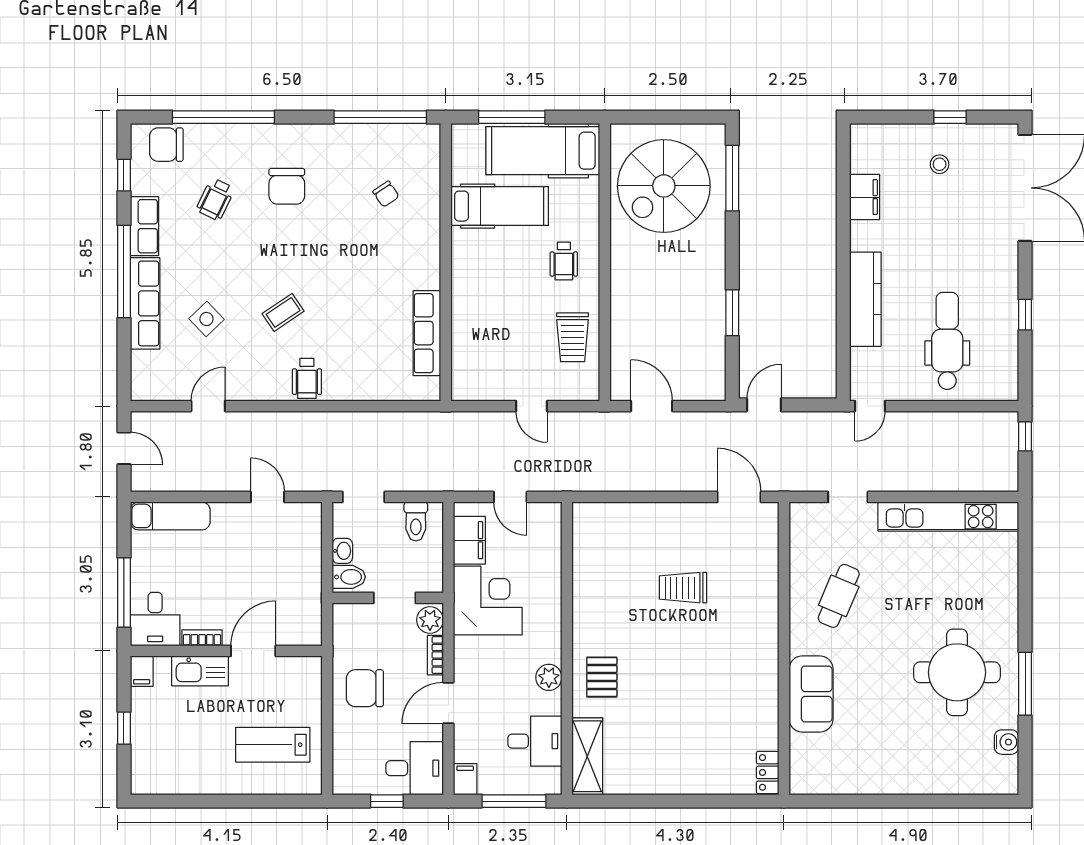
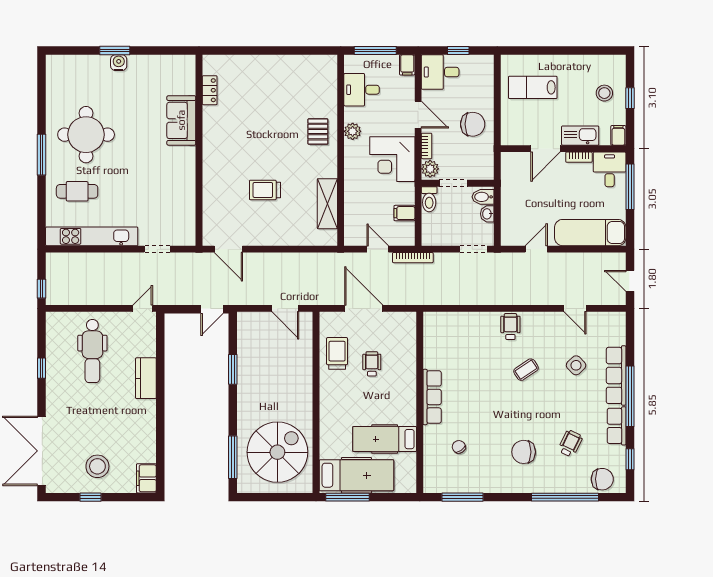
window: (380, 117) -> (463, 497), width x0.68
window: (512, 117) -> (348, 497), moved
stool: (940, 164) -> (97, 466), width x1.89, depth x1.89
chair: (287, 186) -> (524, 452), turned -90
filing cabinet: (865, 197) -> (146, 478), moved
wheelchair: (564, 261) -> (372, 364), moved
kitchen counter: (865, 299) -> (146, 378), width x0.67
row of seats: (427, 333) -> (432, 397), moved
door: (208, 406) -> (575, 308), hinge flipped
door: (532, 406) -> (364, 308), width x1.87
bookcase: (456, 484) -> (413, 258), added
door: (267, 497) -> (536, 249), swing flipped
exam couch: (170, 516) -> (590, 233), width x1.36, depth x1.45
toilet: (416, 521) -> (429, 199), moved, turned 180
filing cabinet: (469, 540) -> (404, 213), width x0.50
trolley: (683, 588) -> (265, 190), turned 180
cafe table: (839, 596) -> (77, 191), moved, turned 67
corner desk: (488, 601) -> (392, 159), moved
window: (1025, 684) -> (42, 155), moved
door: (448, 703) -> (418, 115), hinge flipped
stool: (163, 736) -> (604, 93), added
water cooler: (1006, 742) -> (119, 63), moved, turned 90
lab bench: (273, 745) -> (533, 87), turned 180
shelving: (587, 756) -> (327, 204), moved
locker: (768, 772) -> (210, 90), moved
window: (913, 801) -> (115, 51), added

